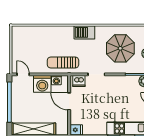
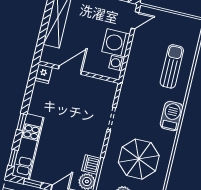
sun lounger: (63, 63) -> (172, 66), moved
dishwasher: (79, 81) -> (91, 164), moved
door: (69, 101) -> (70, 70), moved

